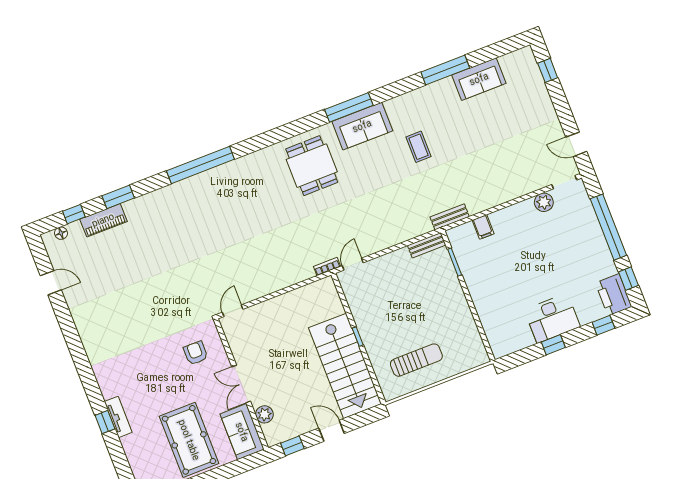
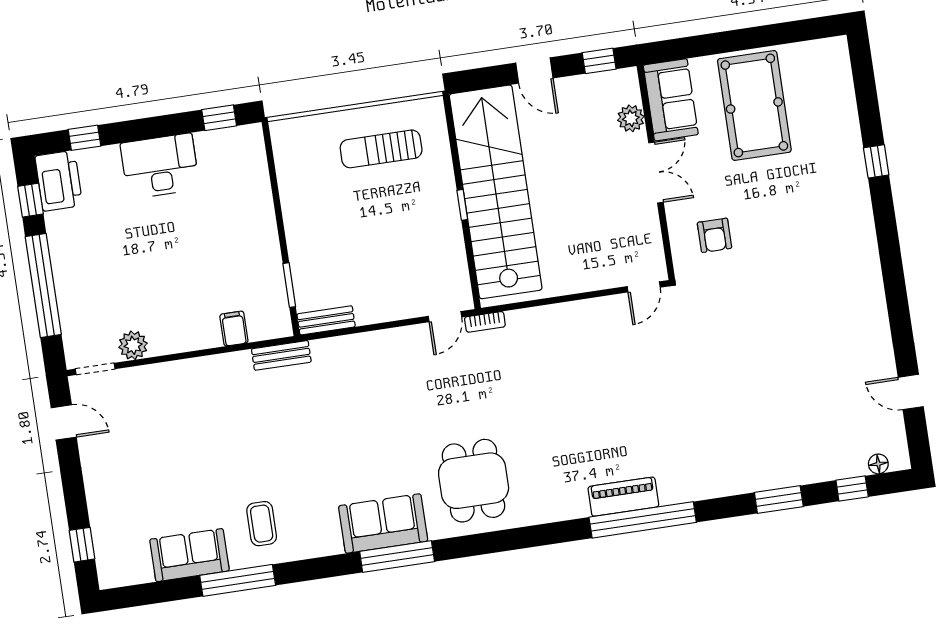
coffee table: (418, 147) -> (262, 524), moved
piano: (103, 220) -> (623, 497), moved
window: (553, 345) -> (219, 118), moved
stairs: (345, 366) -> (496, 192), width x1.36
tv unit: (118, 417) -> (854, 165), removed

